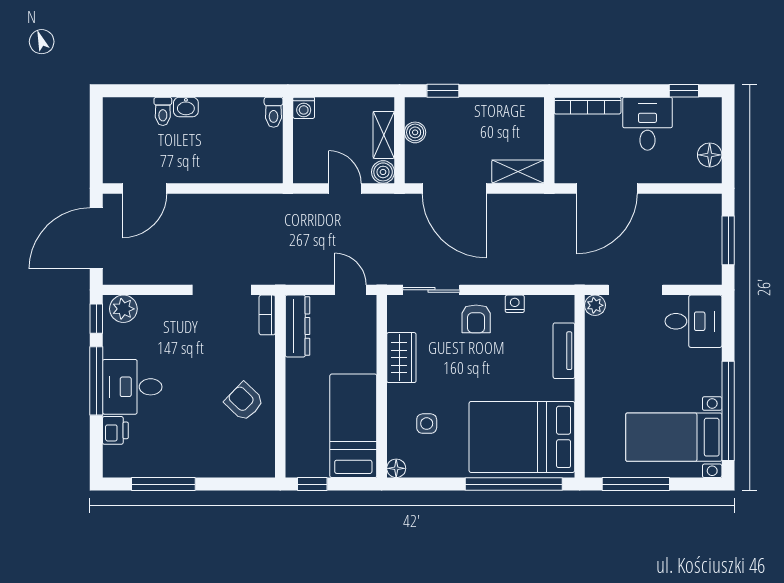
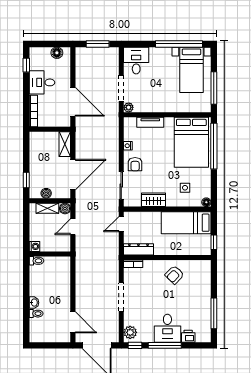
doorway: (222, 290) -> (121, 297), moved
armchair: (476, 319) -> (135, 164), turned 90

